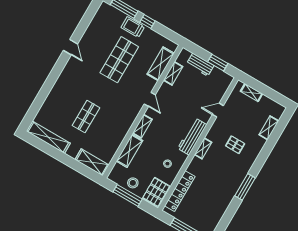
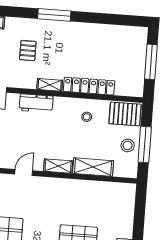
workbench: (192, 137) -> (36, 103), width x0.73
shelving: (92, 162) -> (127, 203), removed
window: (245, 187) -> (54, 15), moved
locker: (180, 191) -> (89, 86), moved

